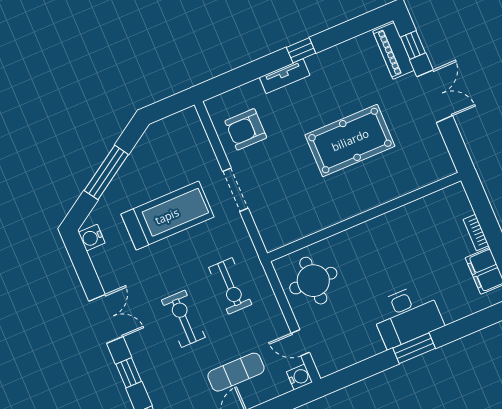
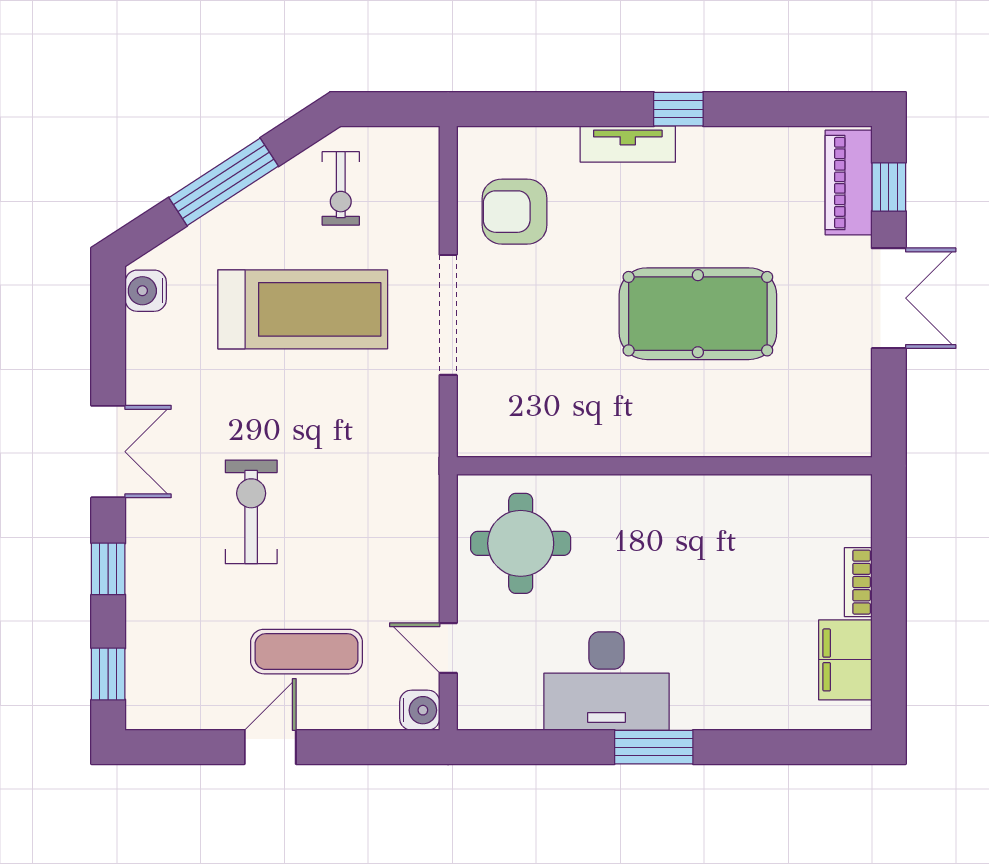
doorway: (235, 190) -> (448, 315), width x1.36
exercise bike: (230, 286) -> (341, 188), moved, width x0.73, depth x0.72
desk: (407, 316) -> (607, 681), moved

